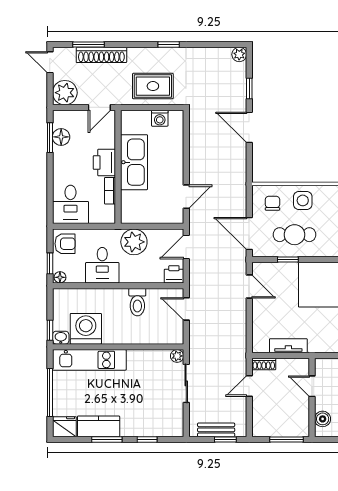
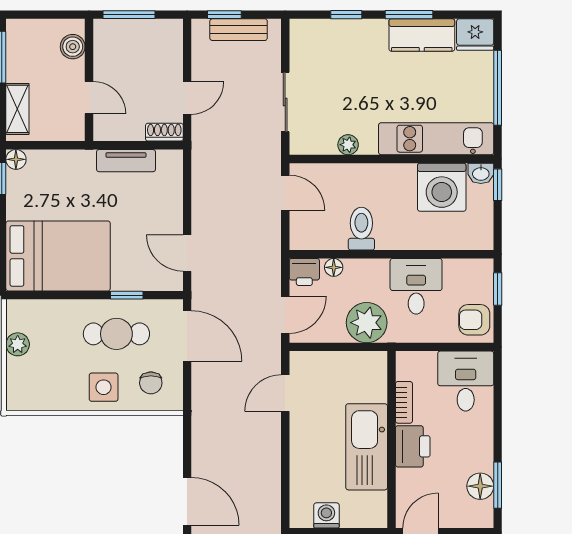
floor lamp: (60, 277) -> (334, 267), moved
door: (186, 309) -> (285, 193), moved
plant: (177, 356) -> (348, 145), moved

